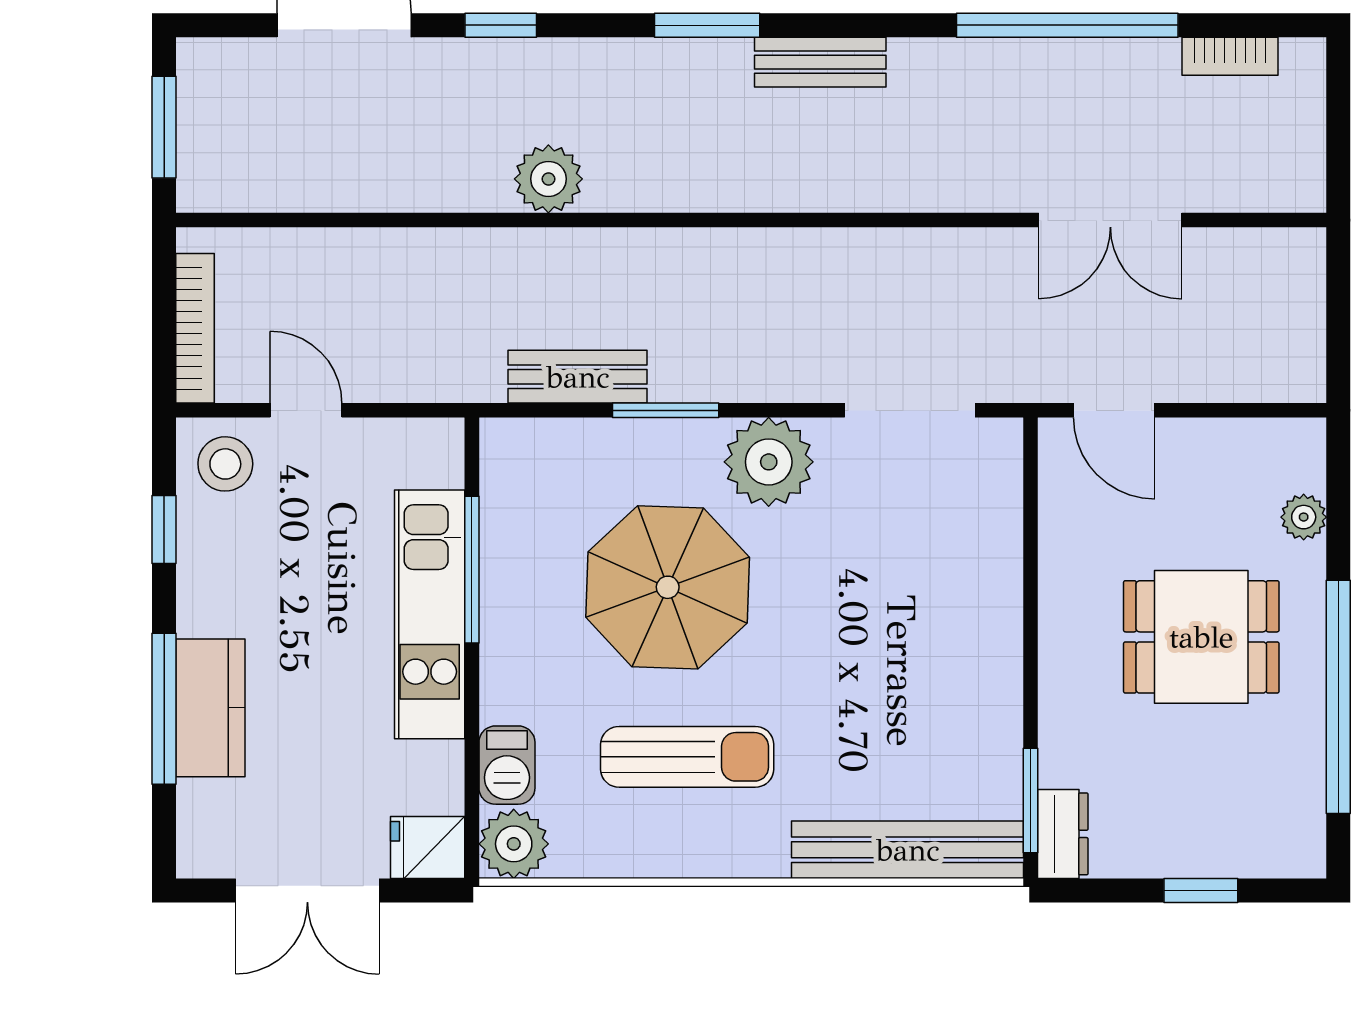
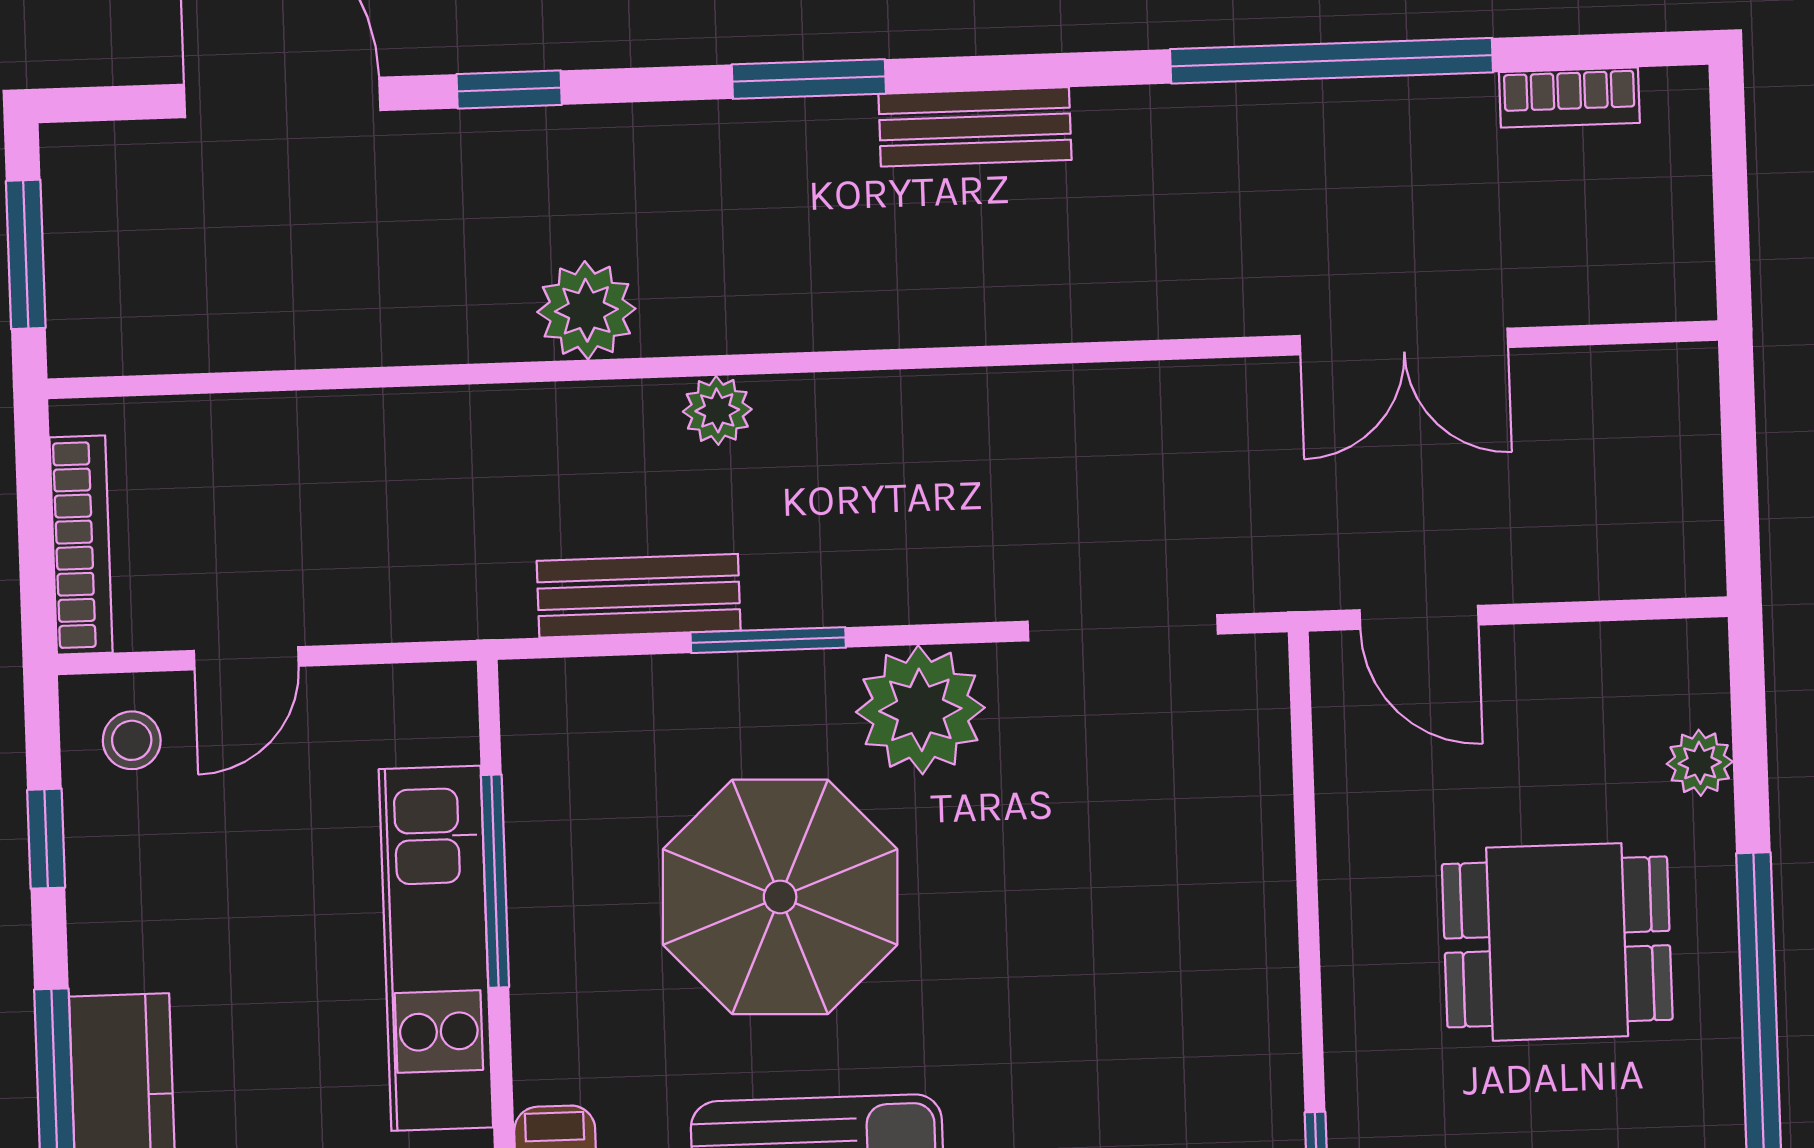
plant: (636, 251) -> (717, 410), added
door: (306, 410) -> (246, 658), swing flipped
stool: (225, 464) -> (132, 740), width x0.73, depth x0.73

